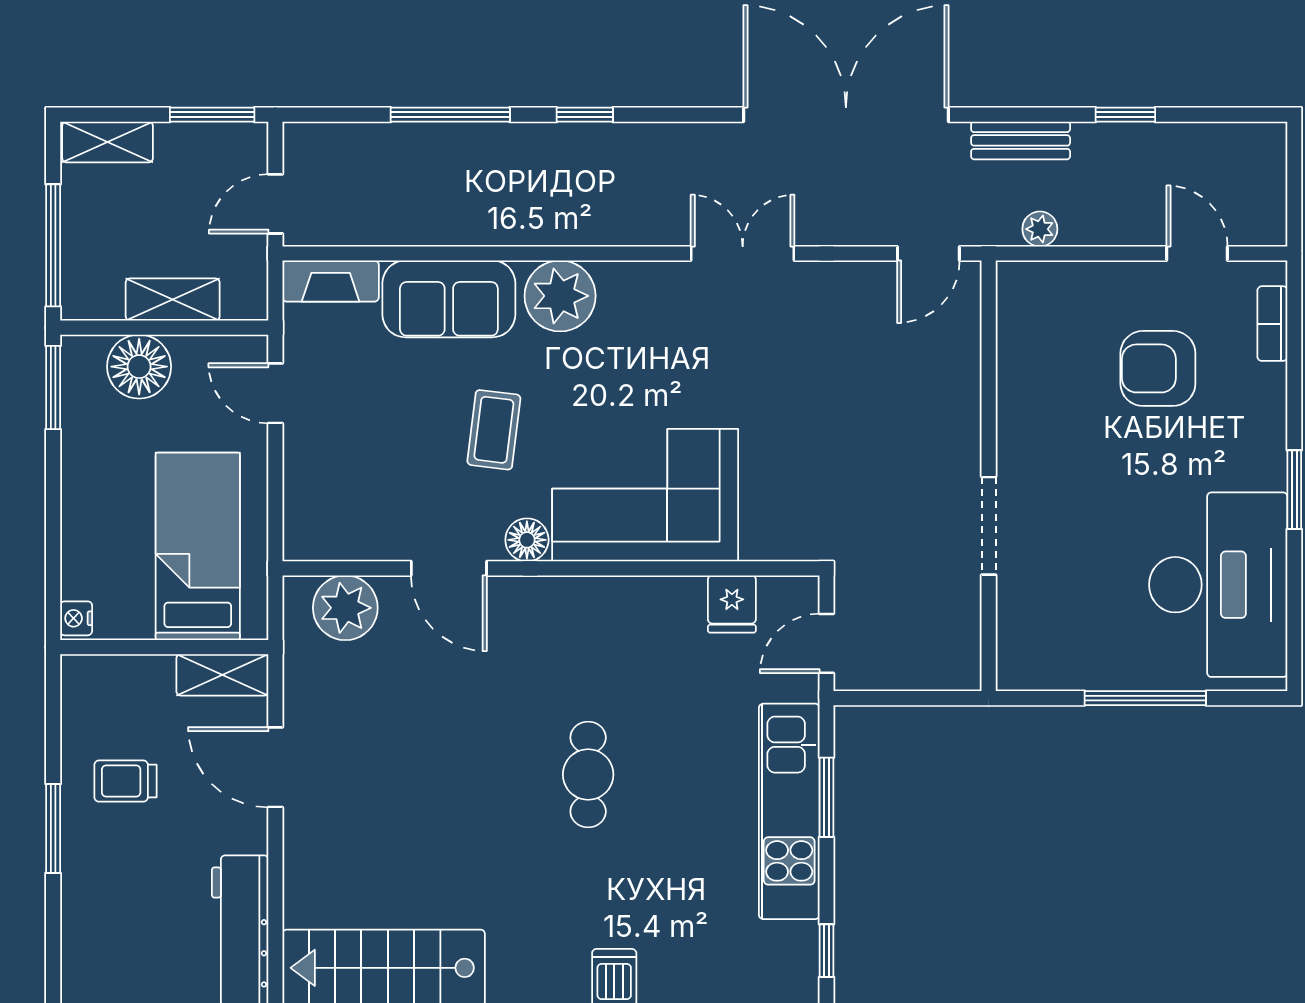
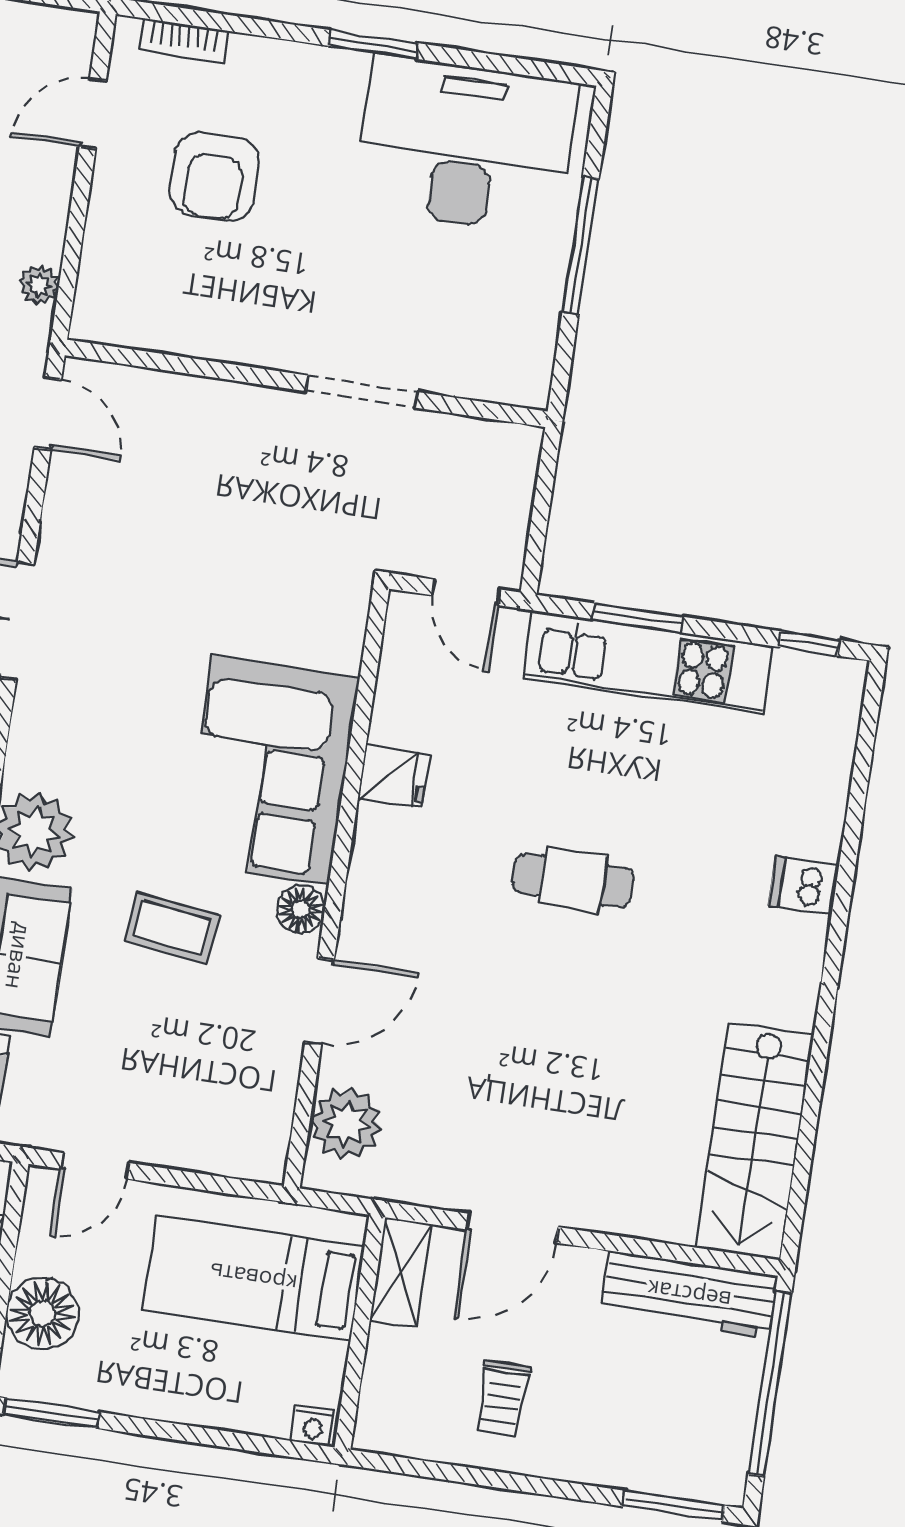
fridge: (732, 604) -> (394, 777), moved
window: (53, 829) -> (674, 1506), moved

